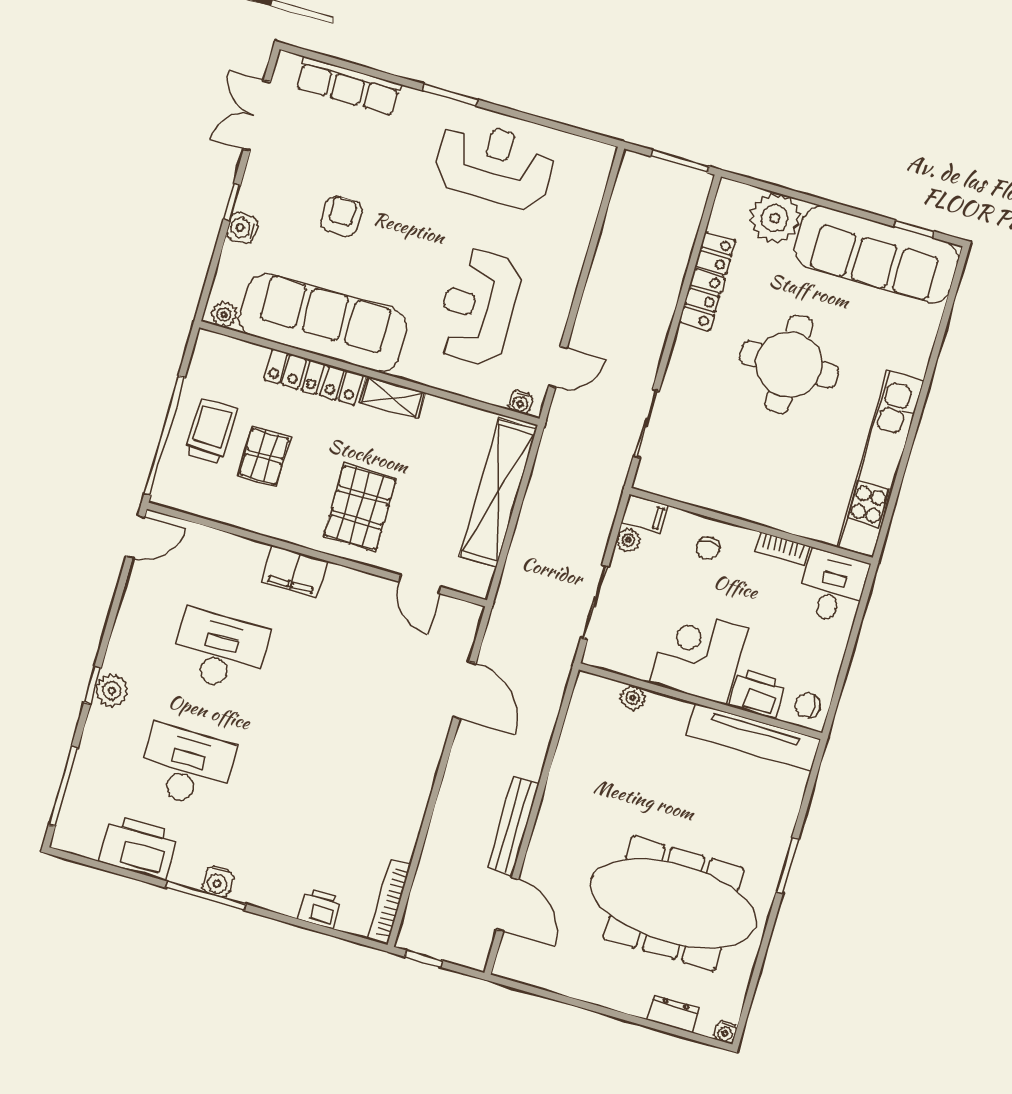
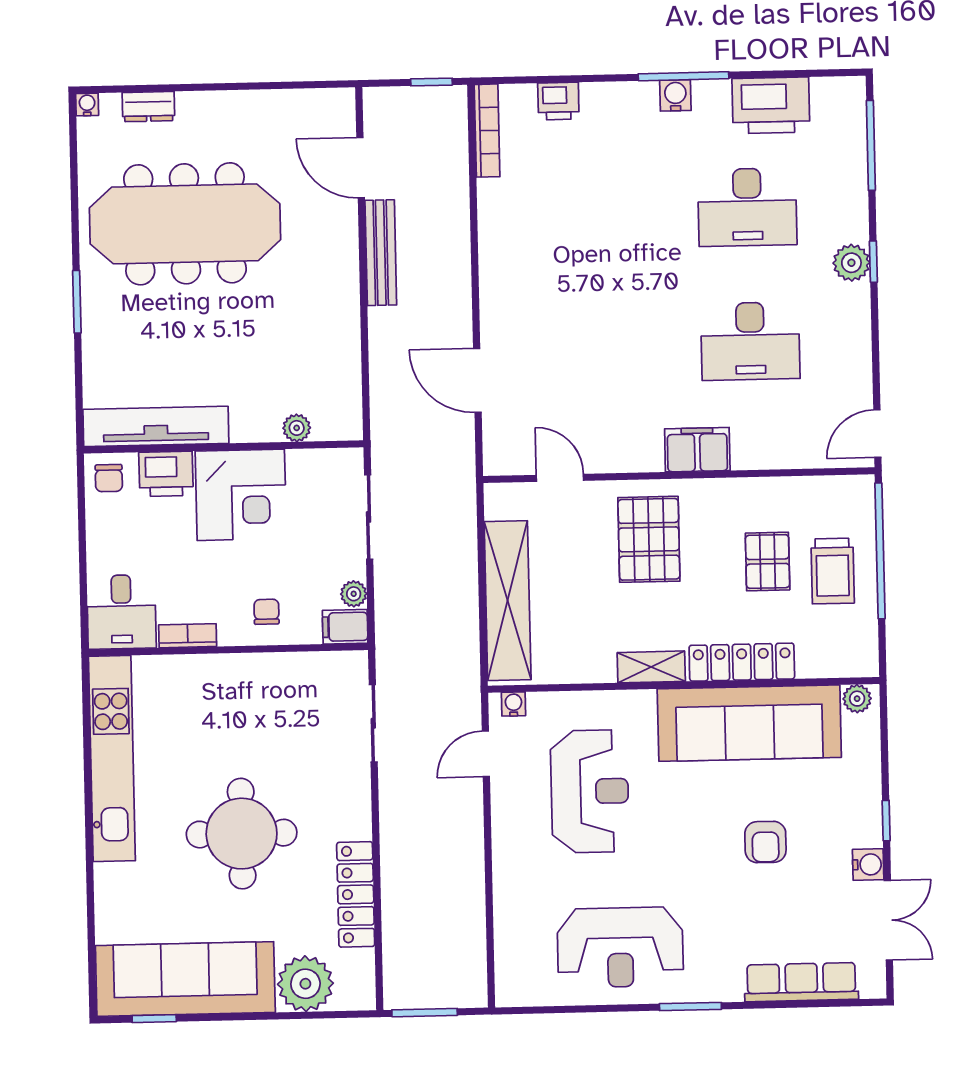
water cooler: (242, 228) -> (868, 864), moved
chair: (807, 705) -> (109, 478), turned 90

